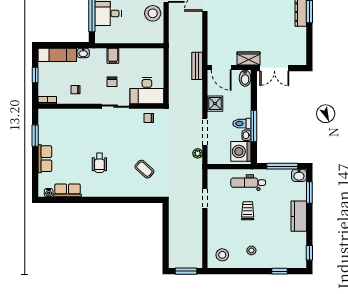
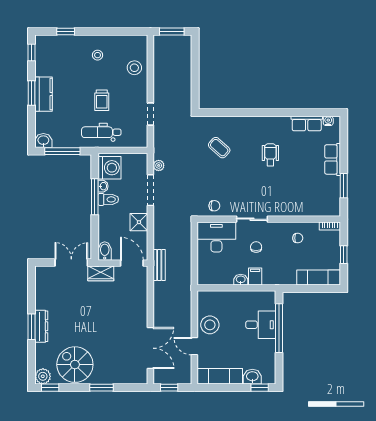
washbasin: (83, 53) -> (241, 280), moved
dental chair: (248, 183) -> (101, 132), turned 180
window: (309, 193) -> (32, 93), moved
stool: (222, 255) -> (134, 68), moved

